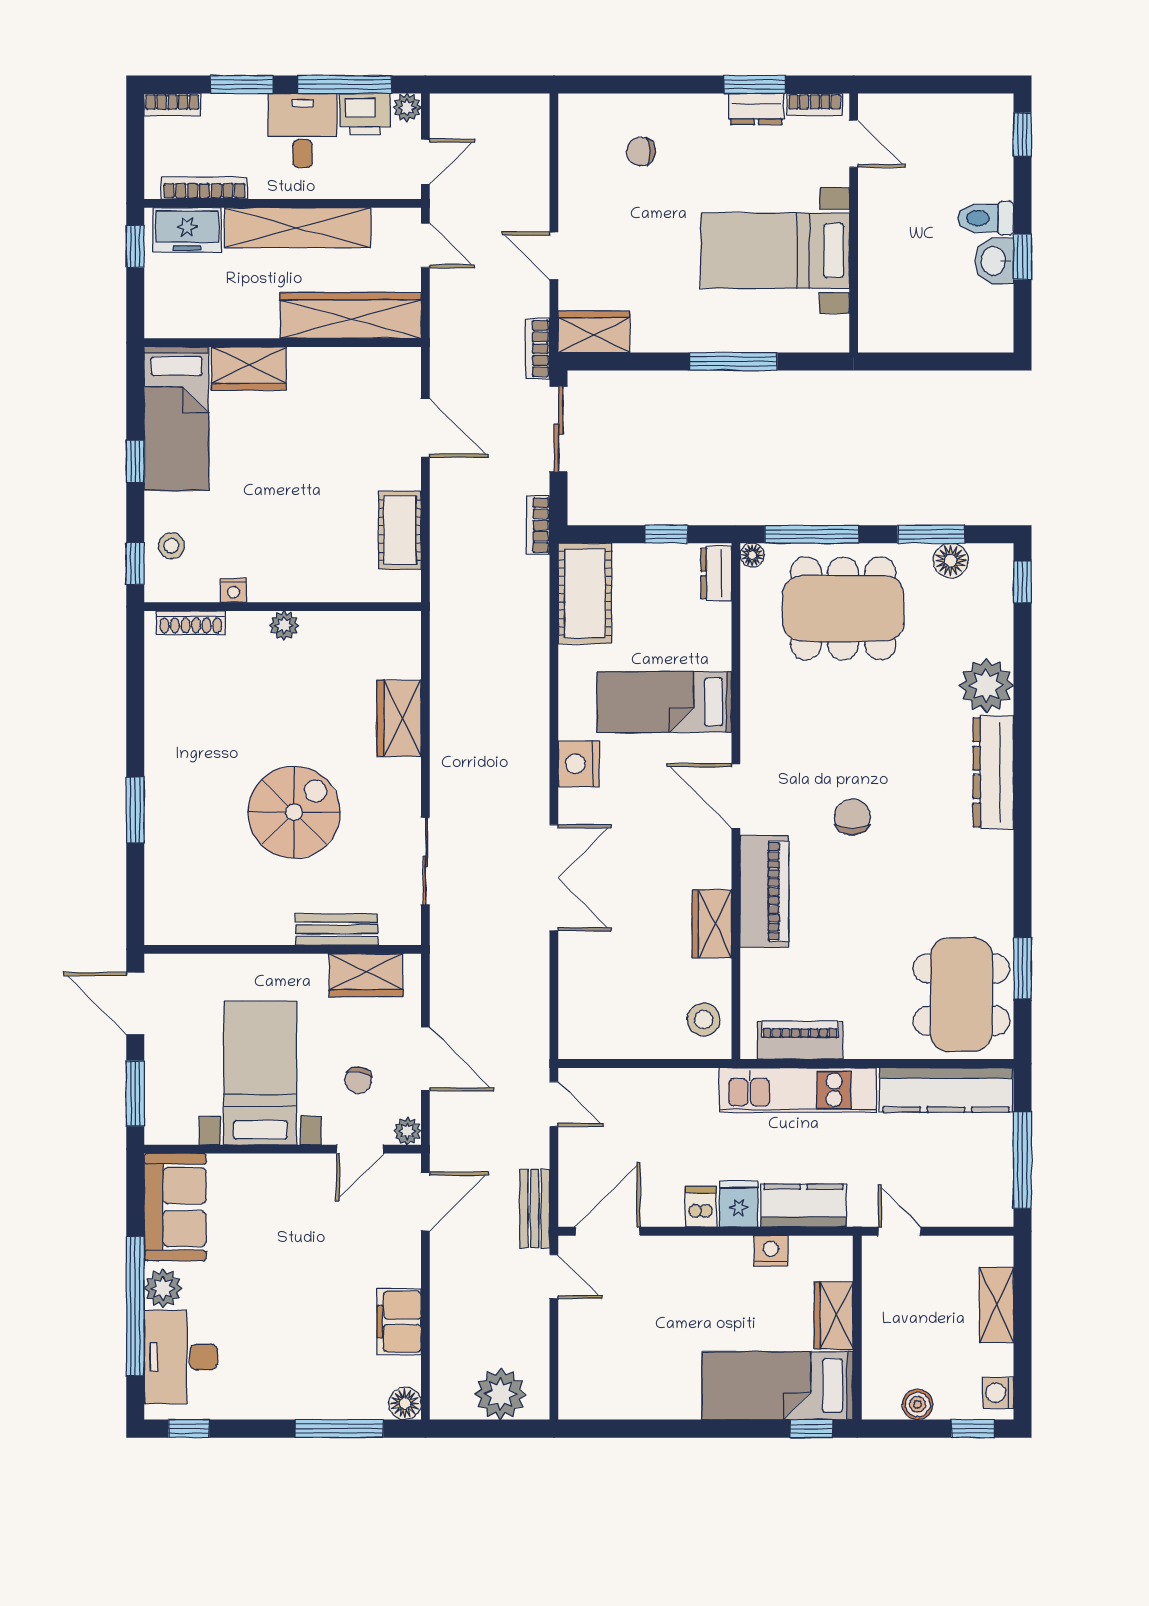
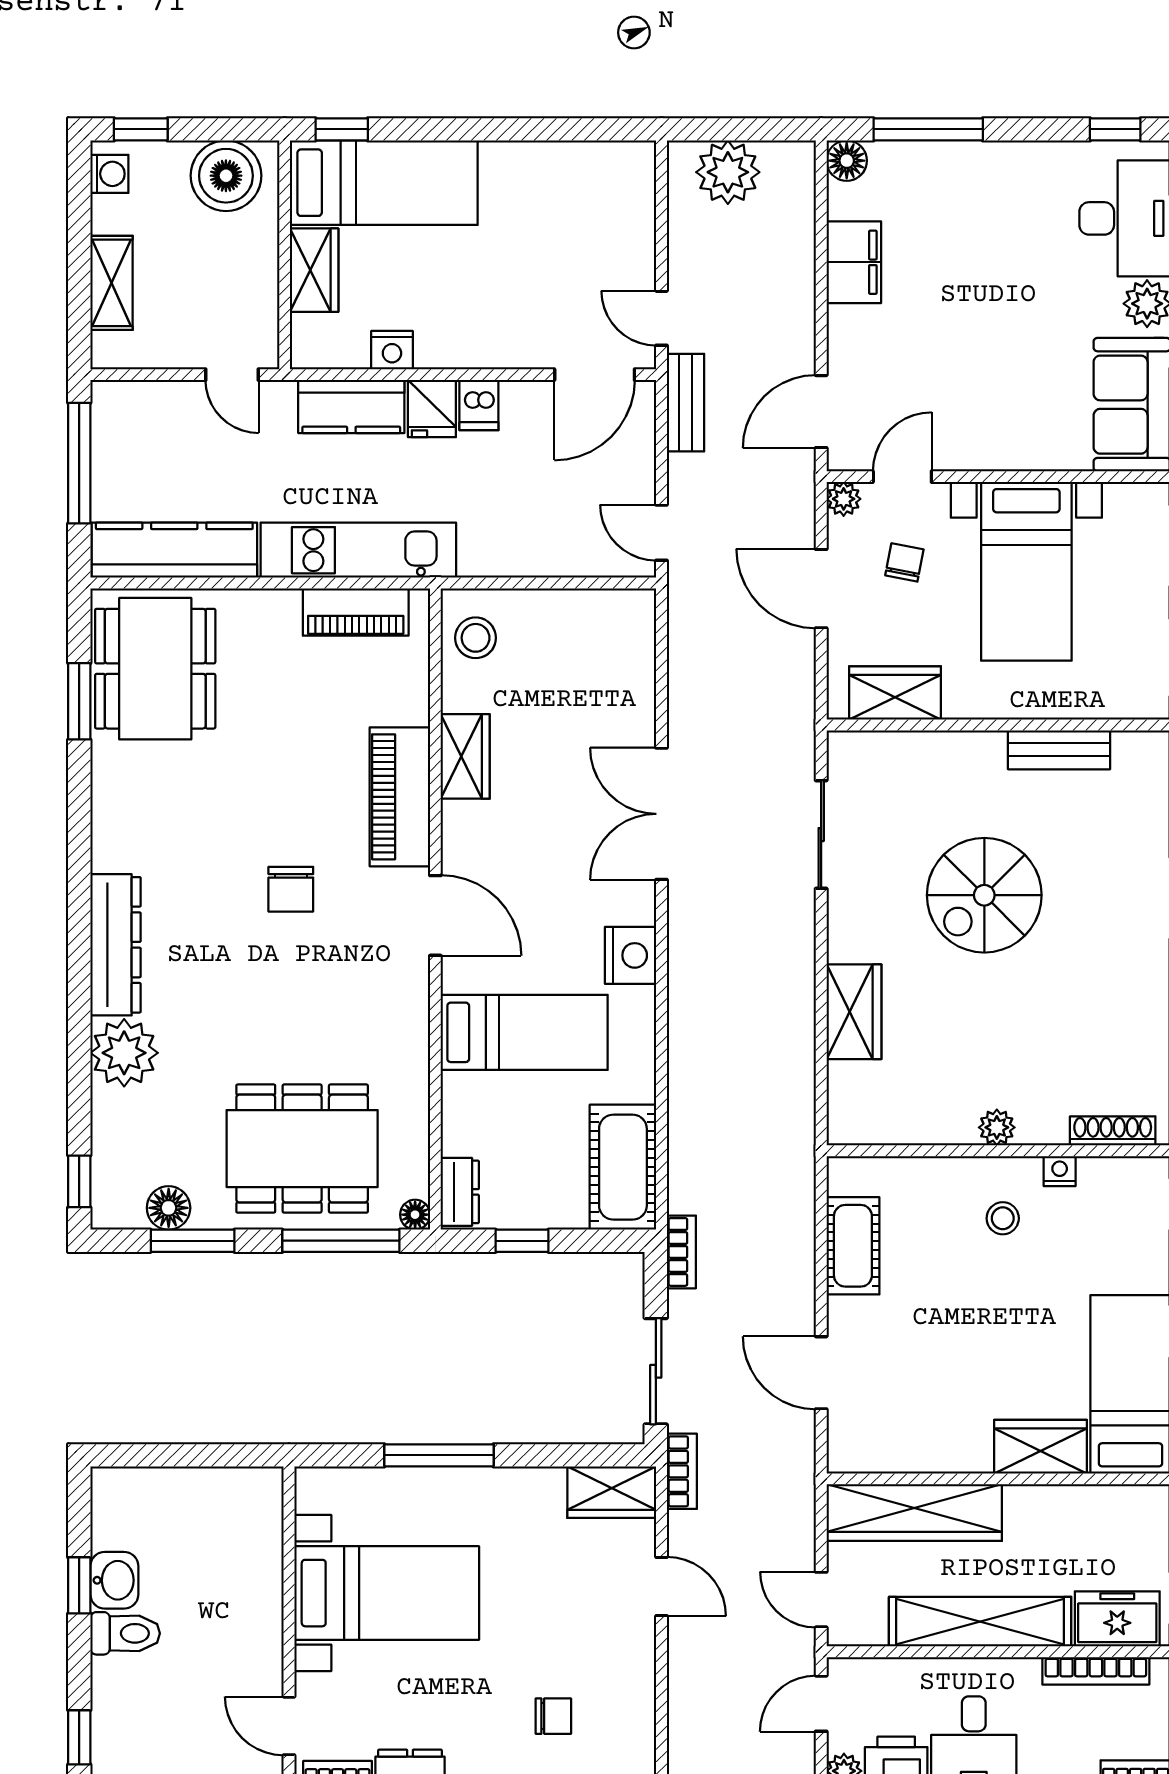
stool: (171, 546) -> (1003, 1218), moved
bench: (337, 929) -> (1059, 750), moved
boiler: (918, 1404) -> (226, 176), width x1.86, depth x1.86

